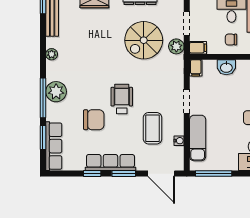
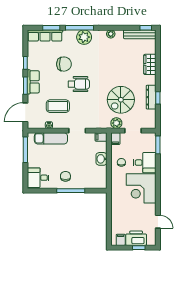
spiral stairs: (144, 40) -> (121, 100), turned -90
chair: (94, 120) -> (64, 64), turned -90
row of seats: (110, 163) -> (33, 82), width x0.68

